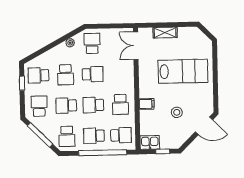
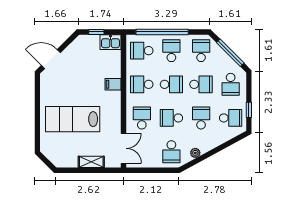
school desk: (120, 74) -> (142, 118), added
school desk: (120, 104) -> (142, 84), turned -90
stool: (177, 112) -> (80, 74), removed
school desk: (94, 136) -> (171, 51), turned -90

